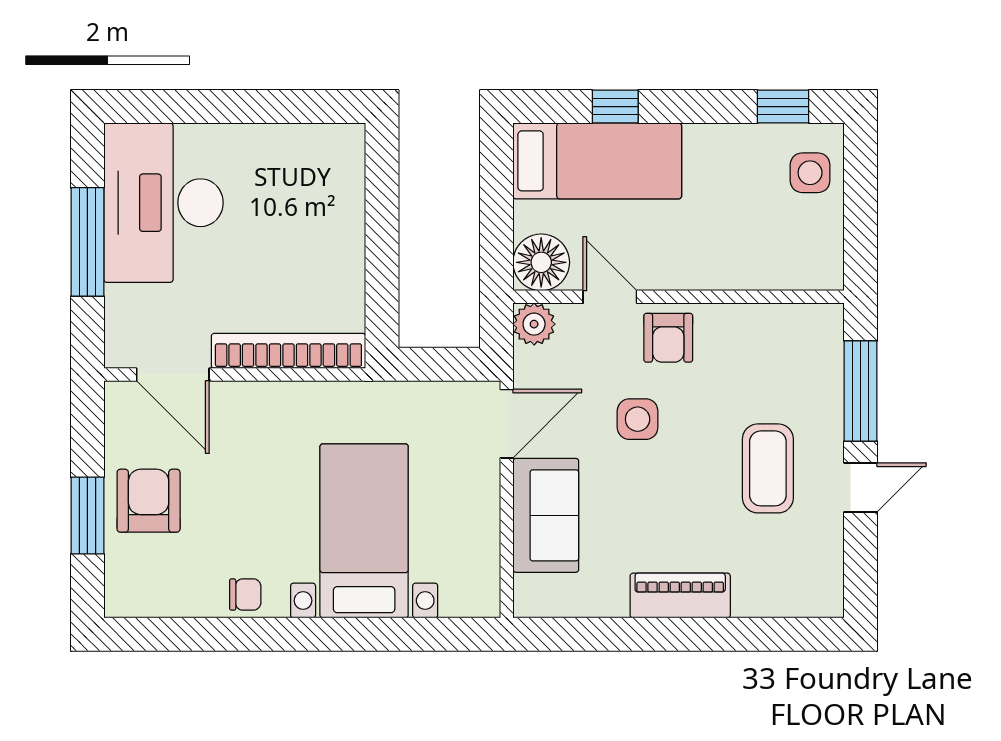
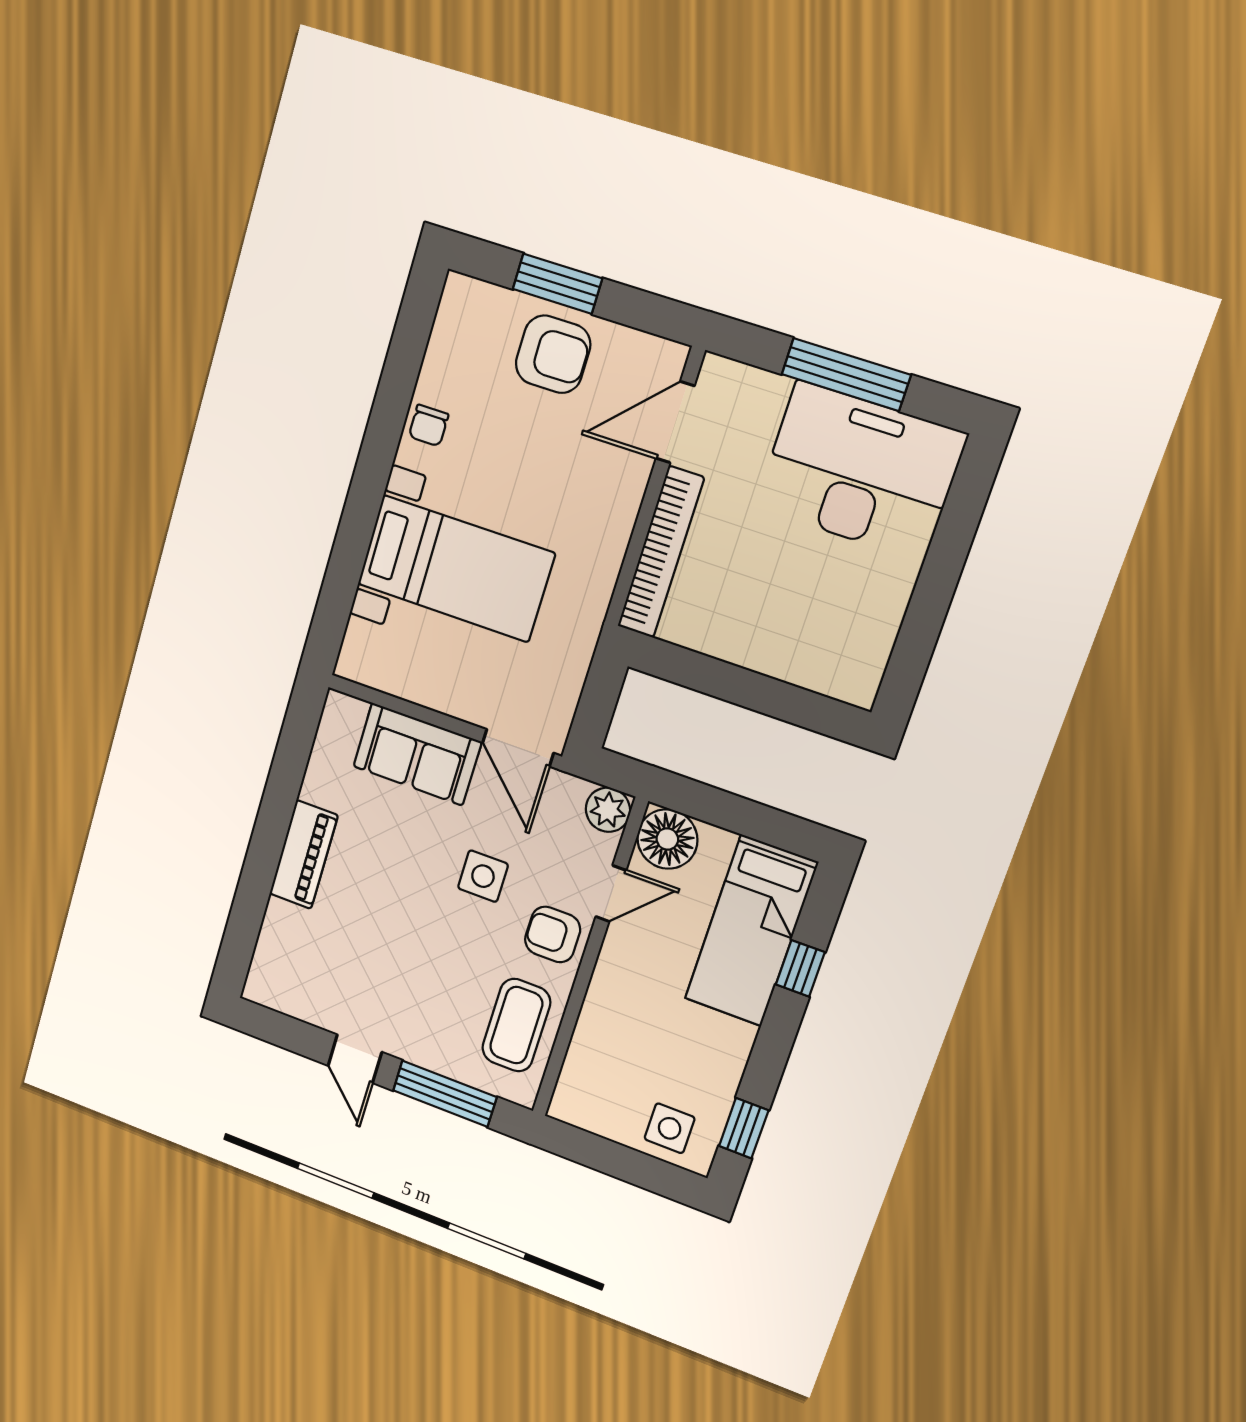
coffee table: (768, 468) -> (516, 1025), moved, turned 90

